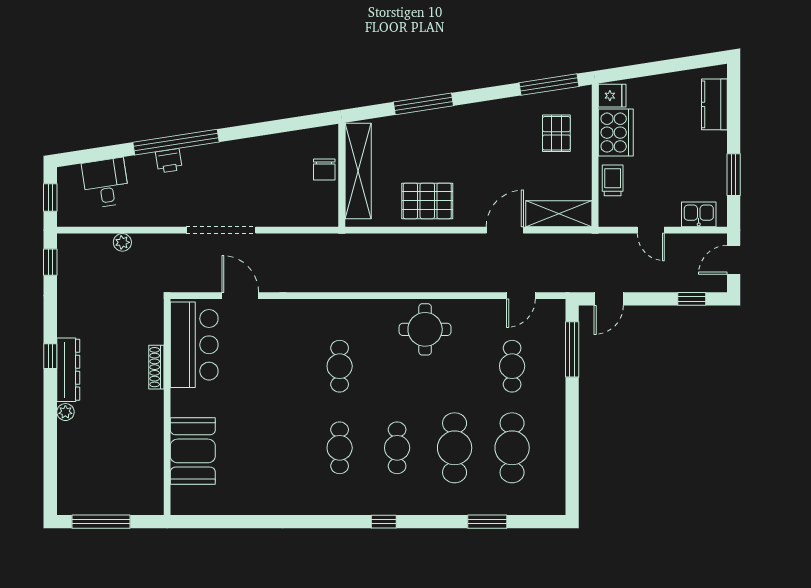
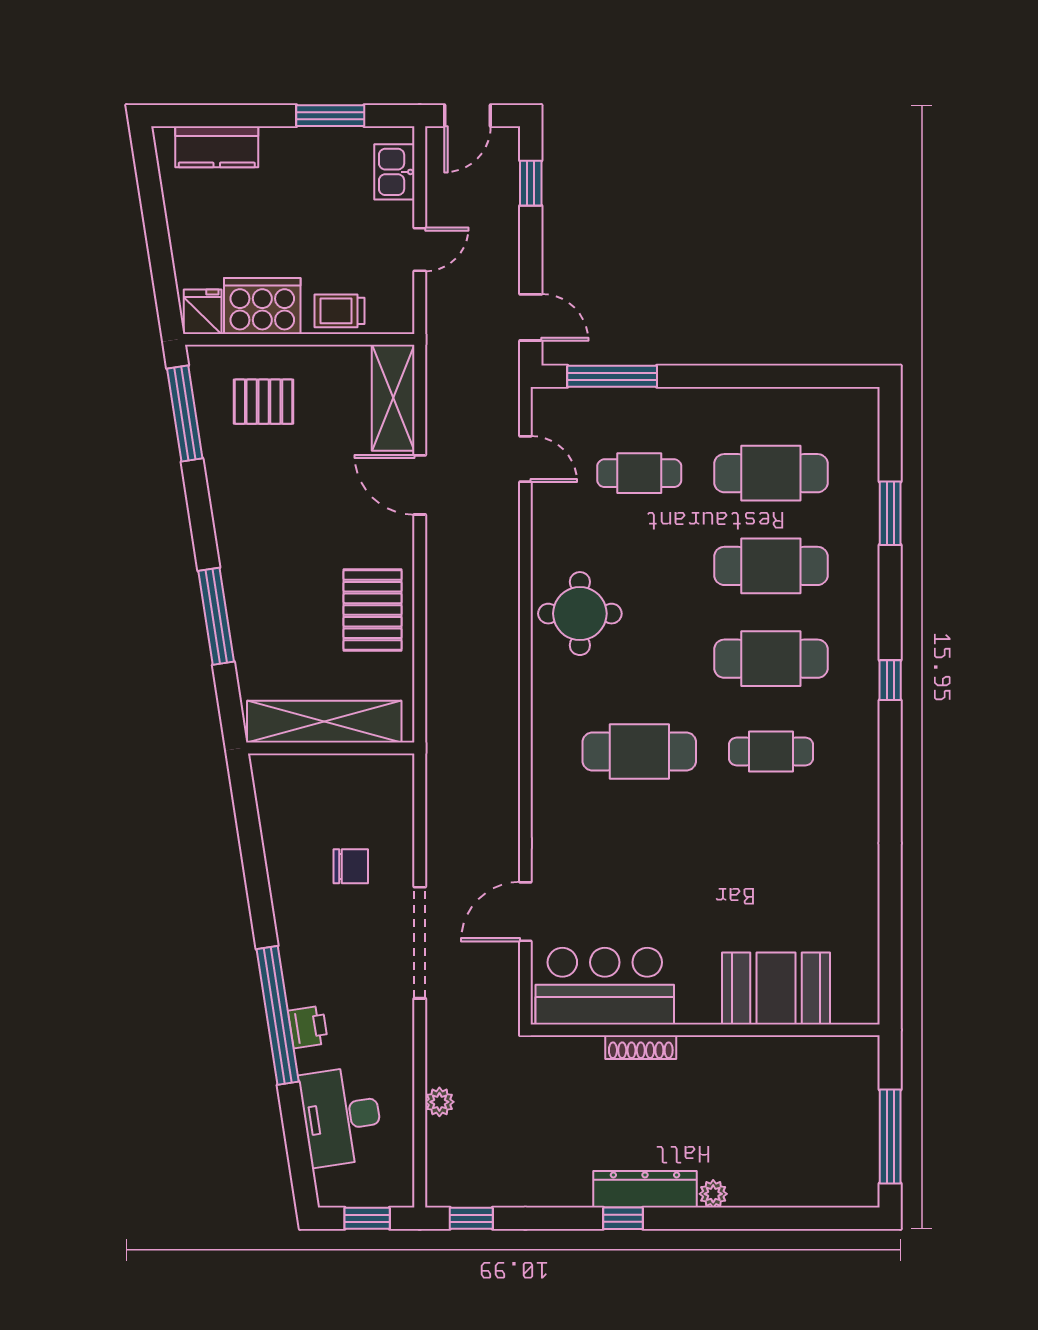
chair: (324, 169) -> (351, 866), moved
desk: (106, 183) -> (342, 1116), width x1.37
door: (734, 260) -> (468, 116), hinge flipped
cafe table: (340, 366) -> (639, 752), width x1.37, depth x1.35
cafe table: (397, 448) -> (771, 659), width x1.37, depth x1.35

